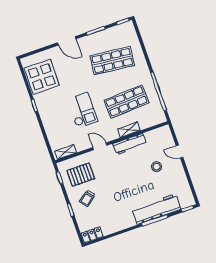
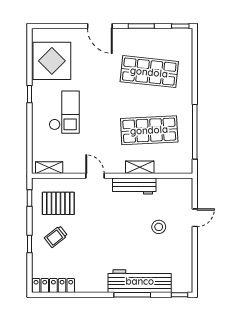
checkout: (82, 110) -> (64, 112), moved
door: (179, 151) -> (195, 218), swing flipped
locker: (92, 235) -> (53, 285), width x1.53

